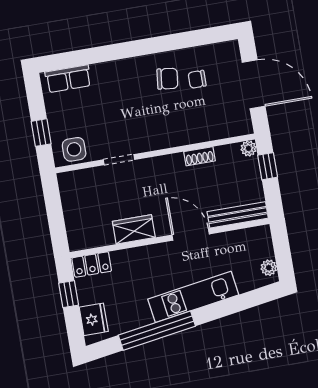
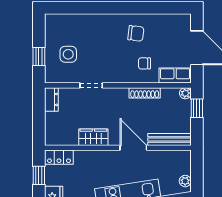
row of seats: (68, 79) -> (175, 76), moved, turned 180
chair: (197, 79) -> (144, 63), moved
side table: (74, 149) -> (68, 54), moved
shoe rack: (199, 156) -> (145, 93), width x1.43
dresser: (68, 188) -> (51, 99), added

